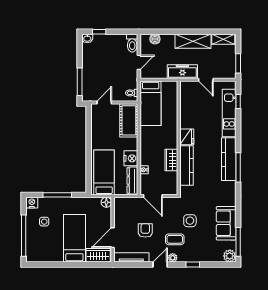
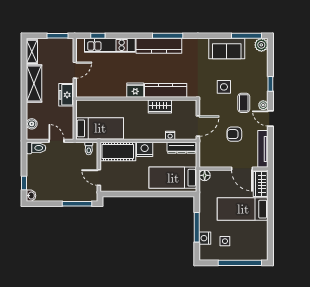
freezer: (182, 72) -> (66, 95), width x0.71
nightstand: (131, 158) -> (145, 149), moved
nightstand: (32, 203) -> (205, 238), moved

